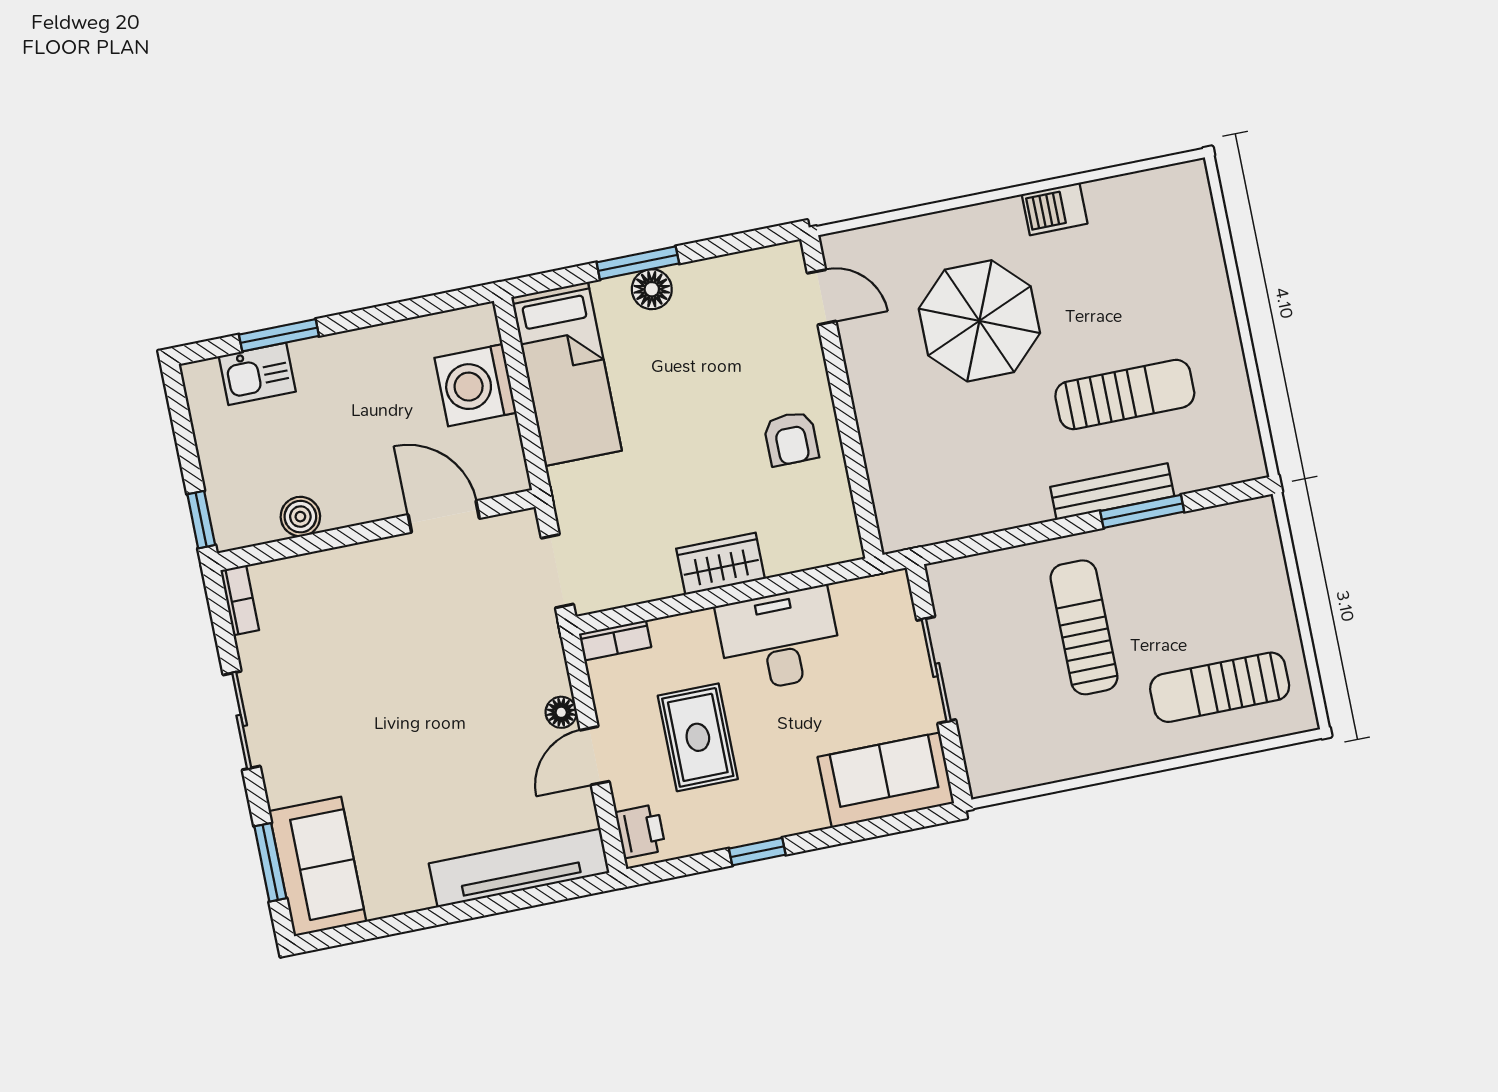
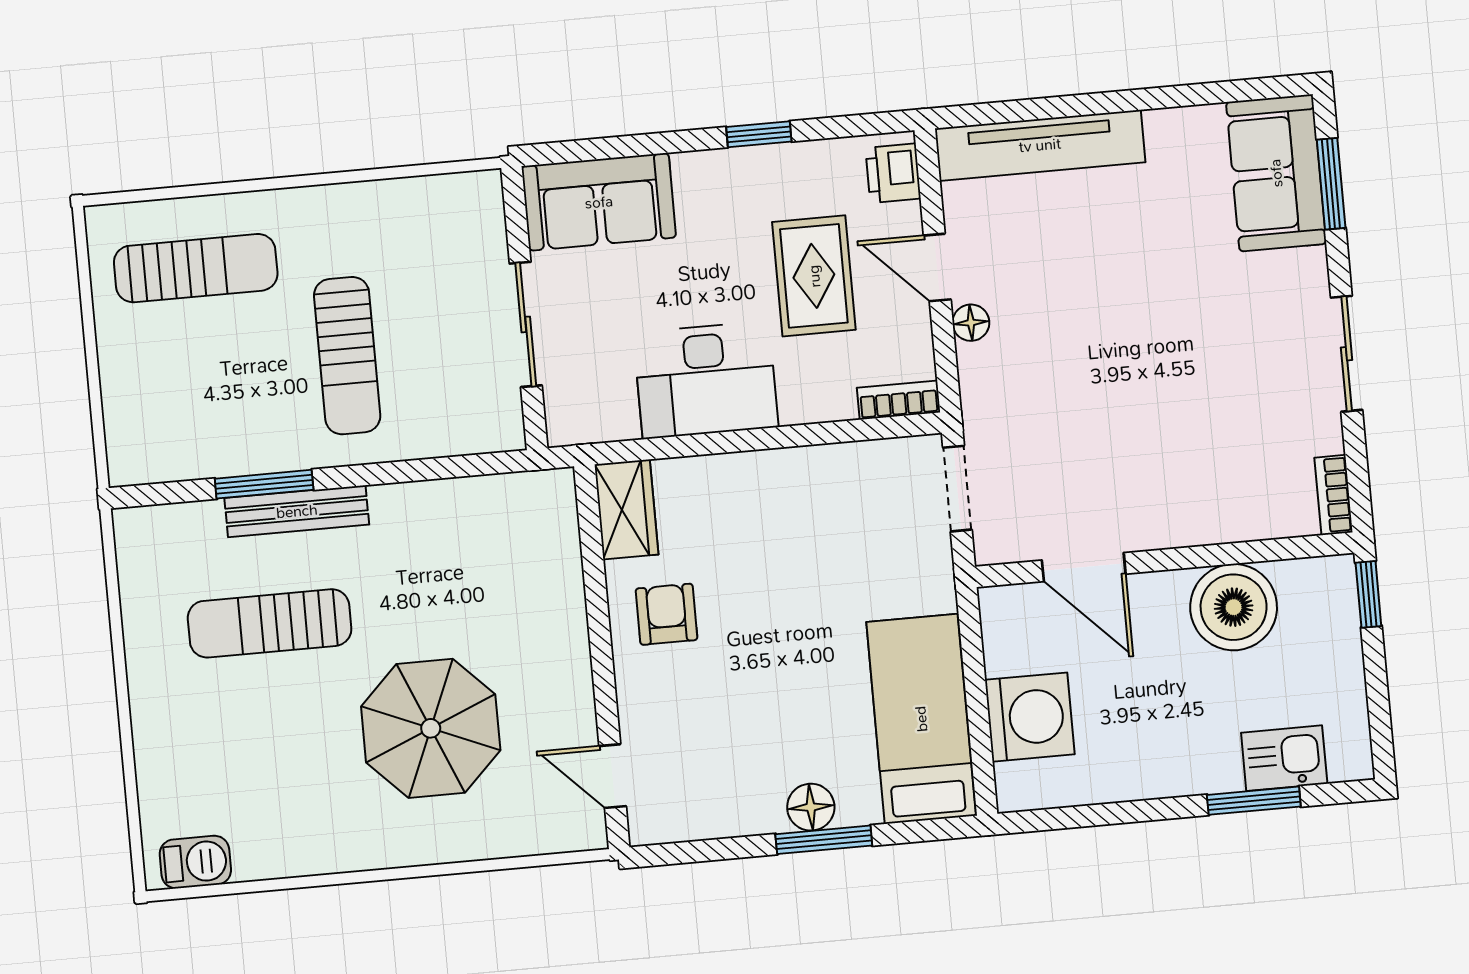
barbecue: (1055, 209) -> (195, 862), moved
boiler: (300, 517) -> (1234, 607), width x1.86, depth x1.86
wardrobe: (721, 564) -> (626, 509), moved, turned -90
door: (595, 756) -> (937, 267), swing flipped

